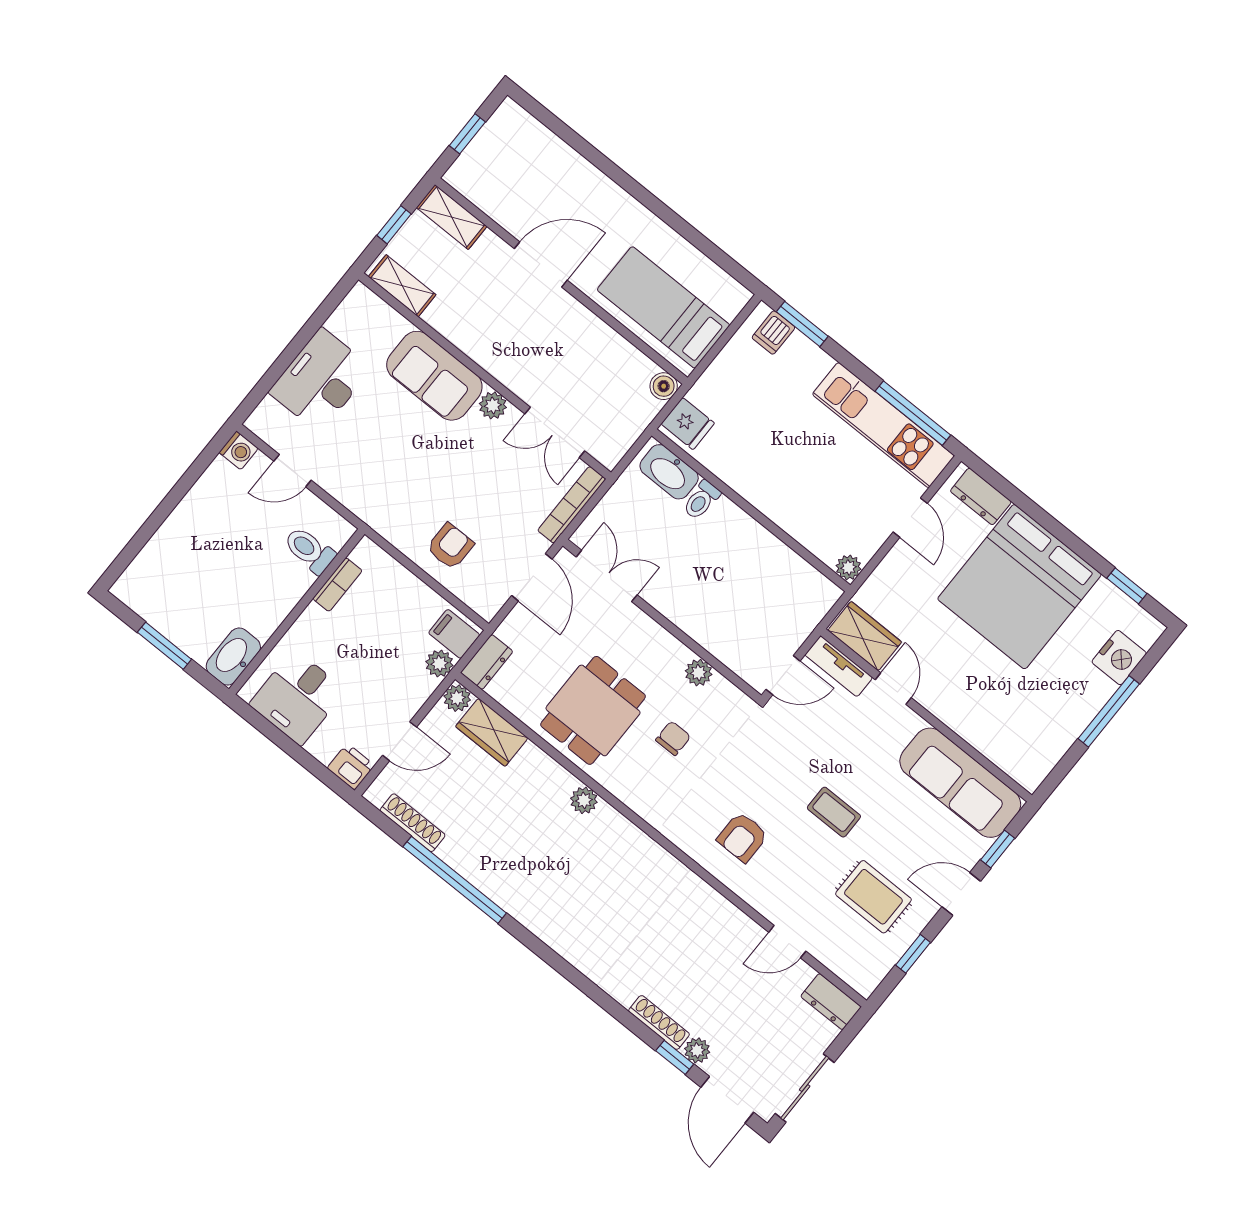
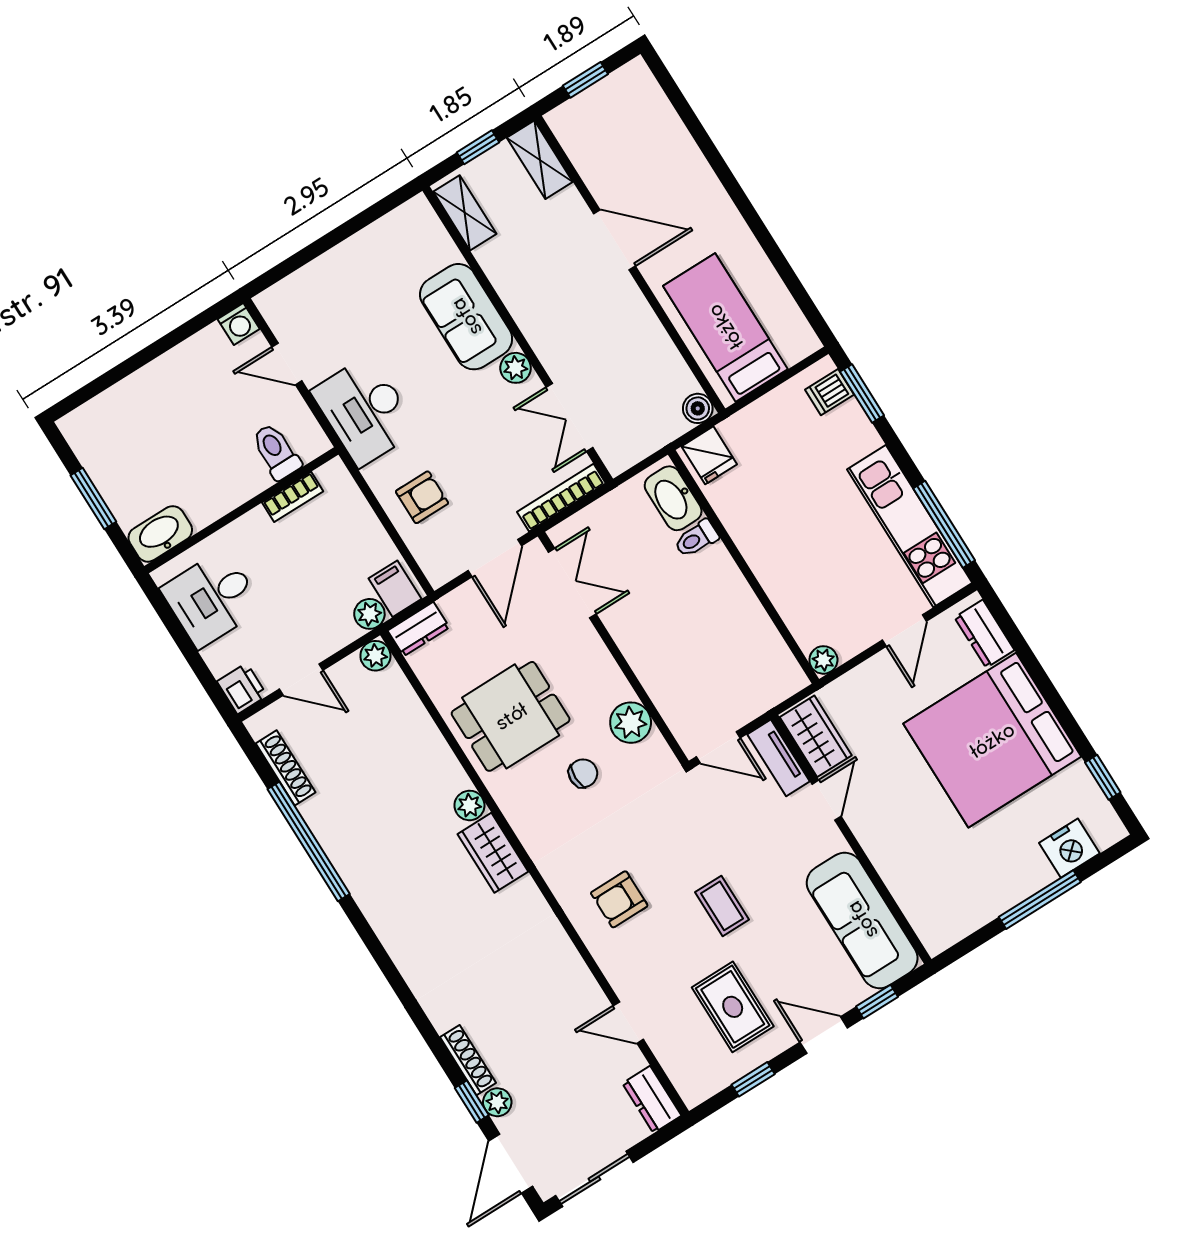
desk: (320, 380) -> (365, 411), moved, turned -90
plant: (699, 673) -> (631, 723), width x1.38, depth x1.38
wardrobe: (492, 732) -> (493, 853), moved

